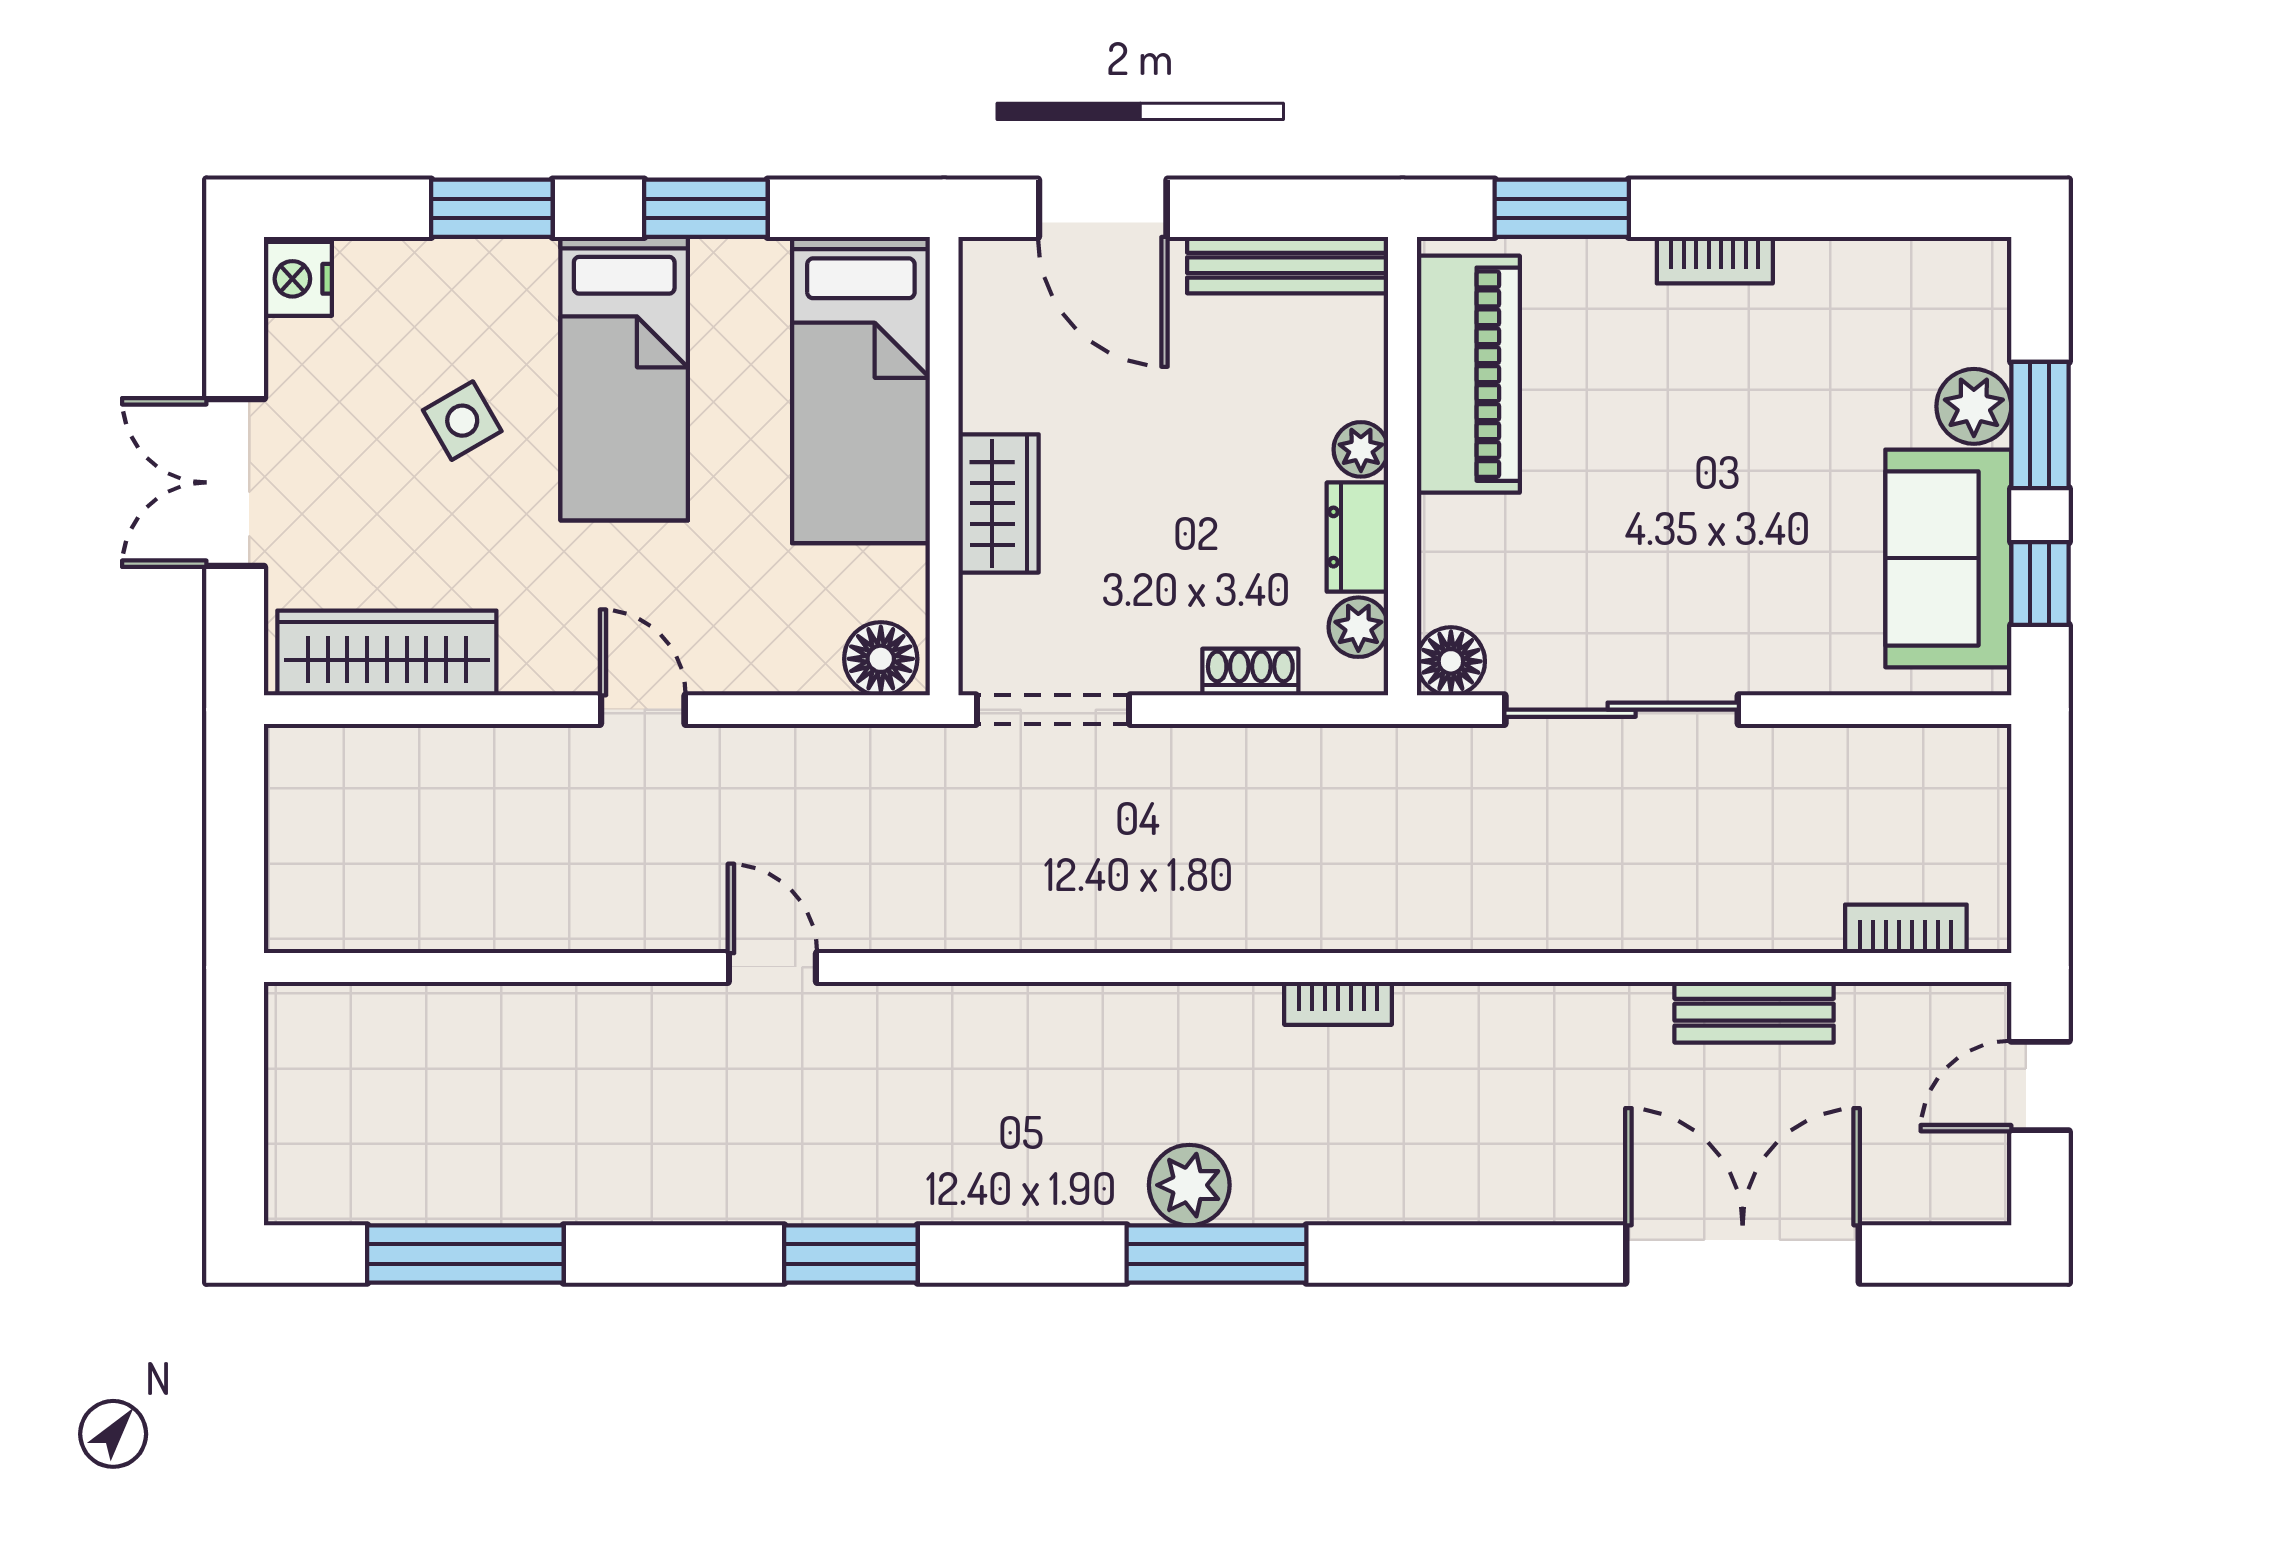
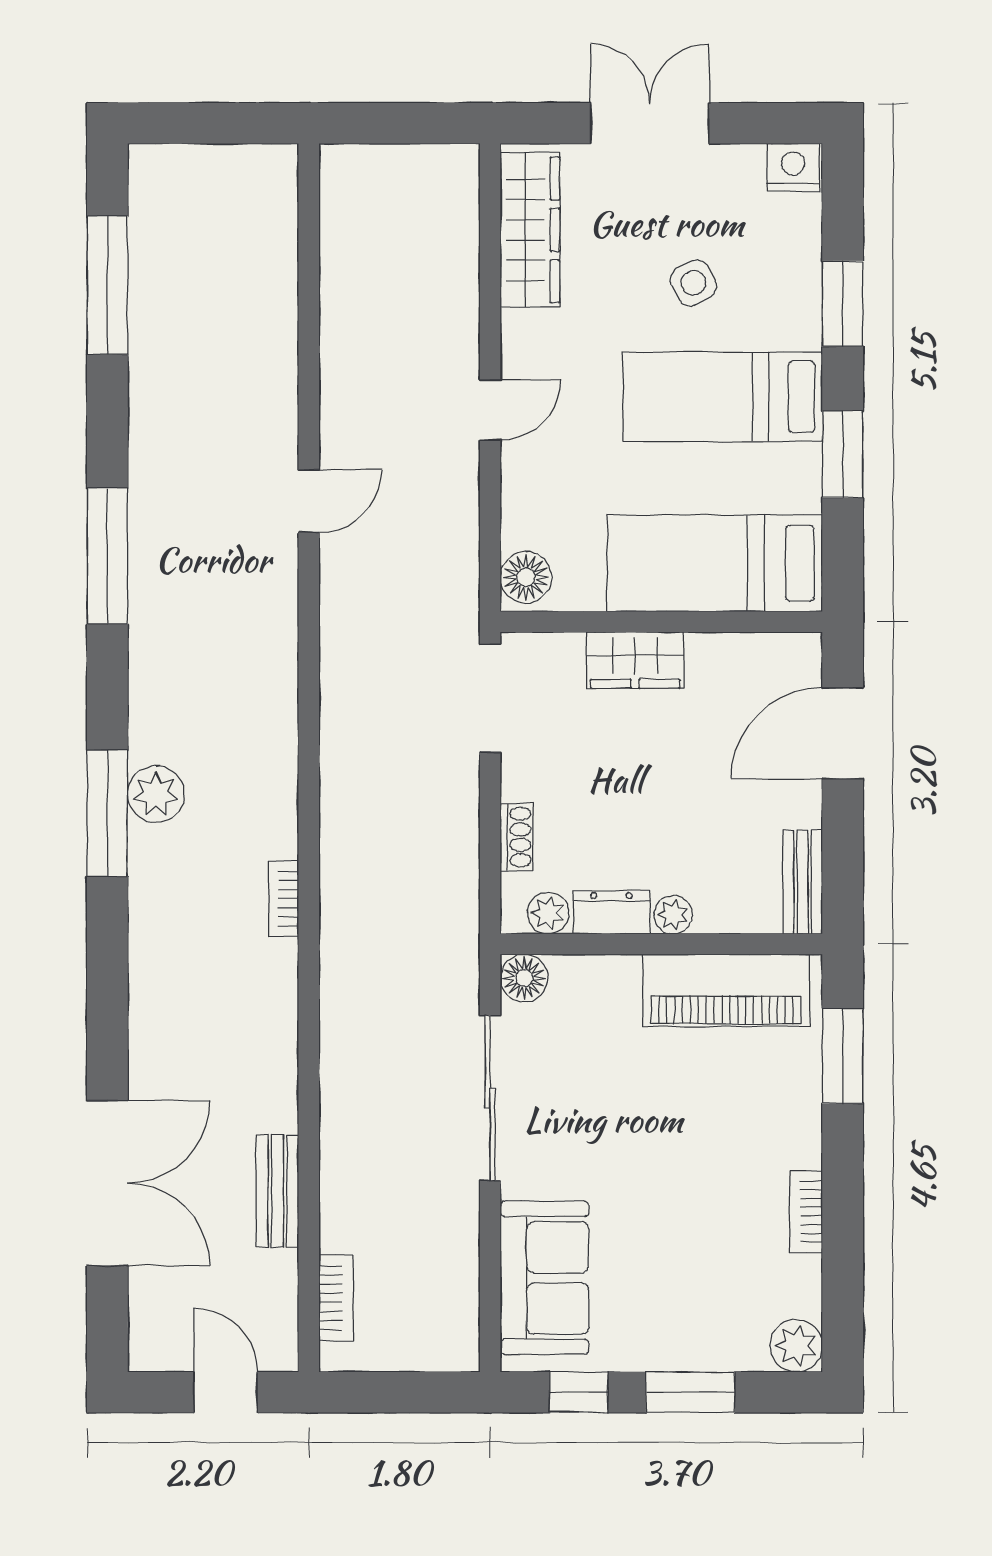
bookcase: (1715, 260) -> (806, 1212), moved
bench: (1288, 265) -> (803, 882), width x0.73
plant: (1974, 406) -> (796, 1346), moved
sofa: (1948, 558) -> (544, 1278), moved, turned 90
window: (851, 1254) -> (107, 556), width x1.44

